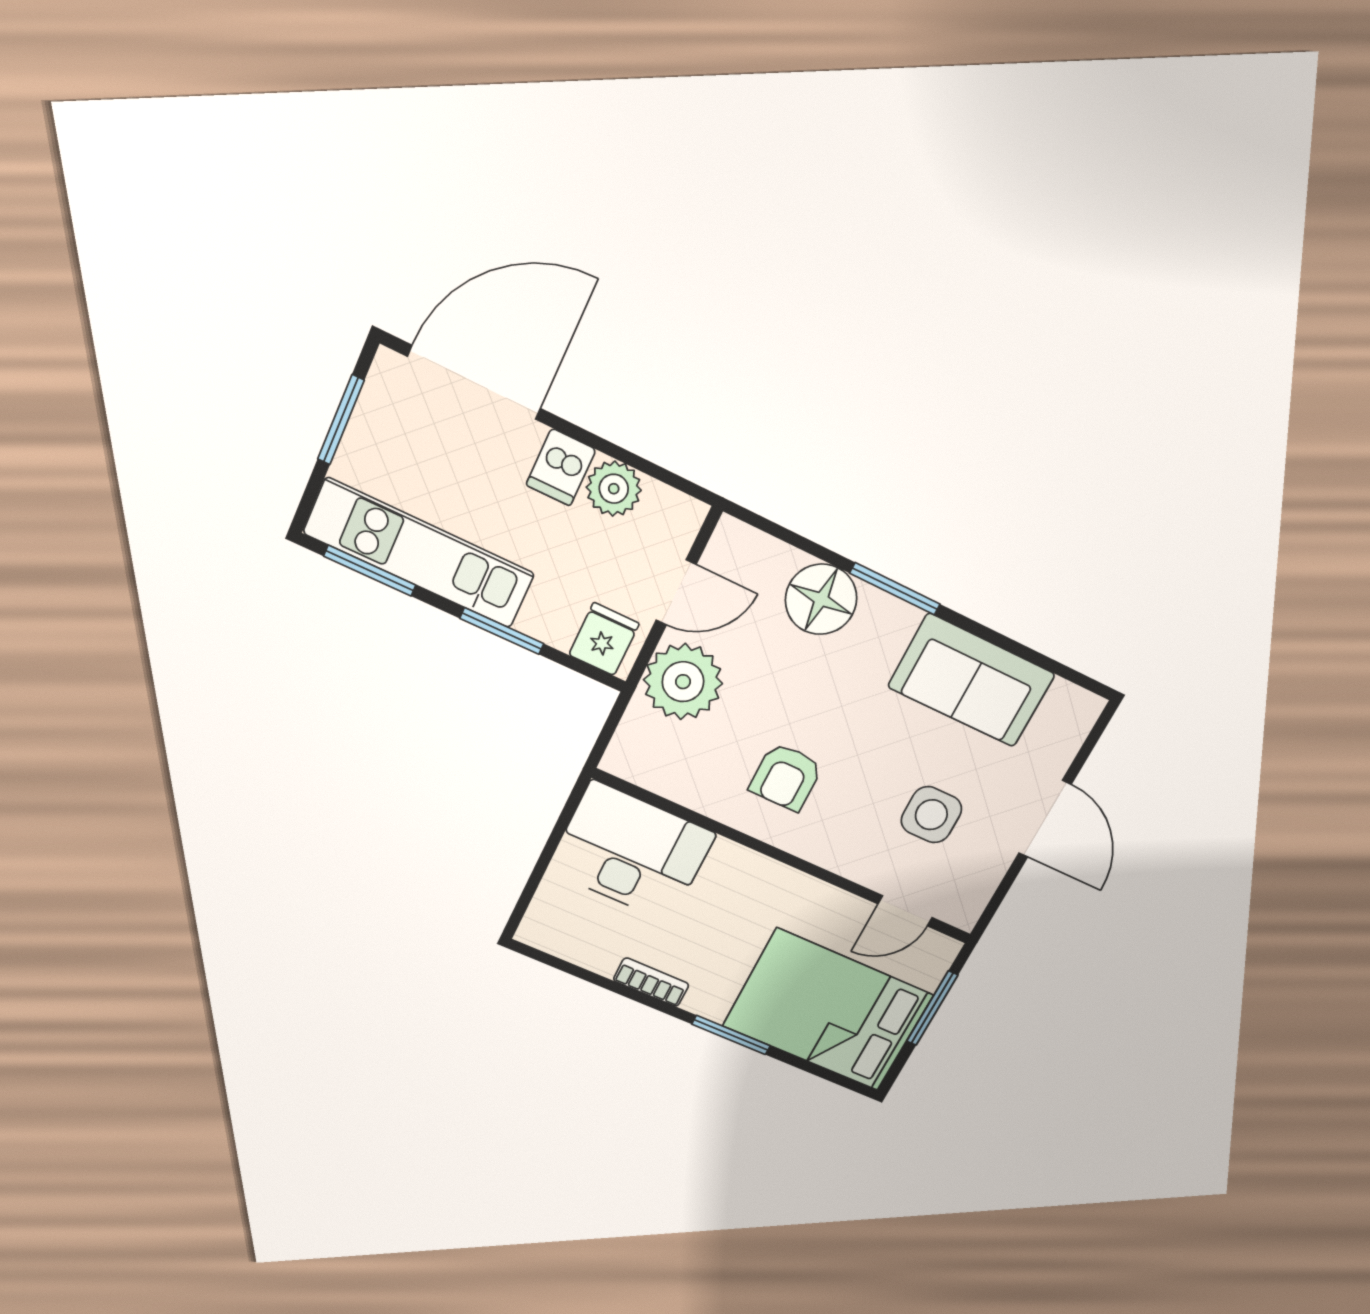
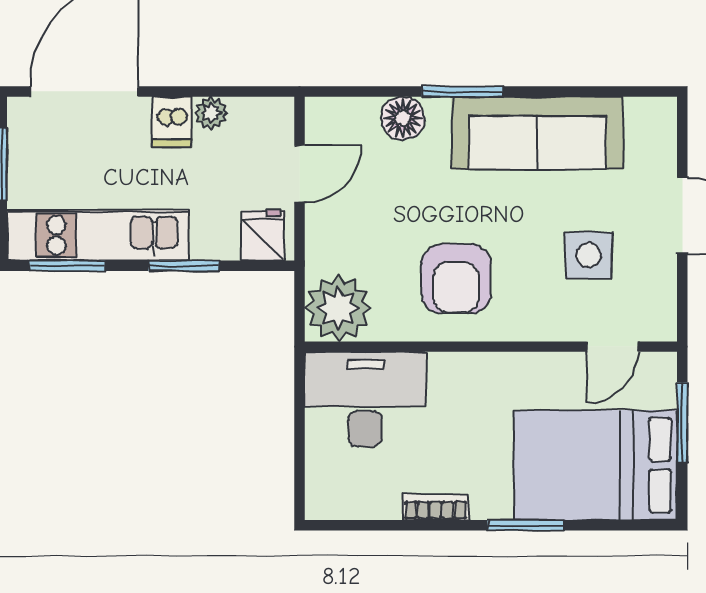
plant: (614, 489) -> (211, 113), width x0.73, depth x0.73
floor lamp: (821, 599) -> (403, 118), width x0.73, depth x0.73
sofa: (971, 681) -> (537, 133), width x1.36
plant: (683, 682) -> (338, 308), moved
armchair: (786, 777) -> (456, 279), width x1.38, depth x1.38

